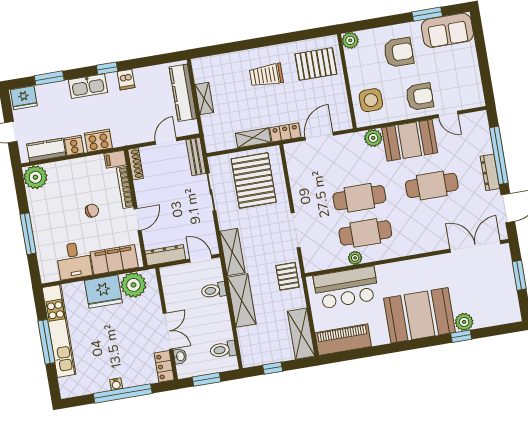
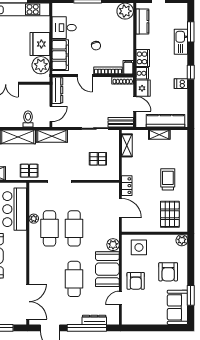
kitchen sink: (88, 86) -> (181, 42), moved
fridge: (24, 98) -> (143, 88), moved, turned 180
shelving: (253, 138) -> (127, 145), moved
cooker: (74, 145) -> (142, 73), moved
dresser: (490, 172) -> (94, 320), moved
pallet: (254, 180) -> (98, 159), width x0.49, depth x0.50

